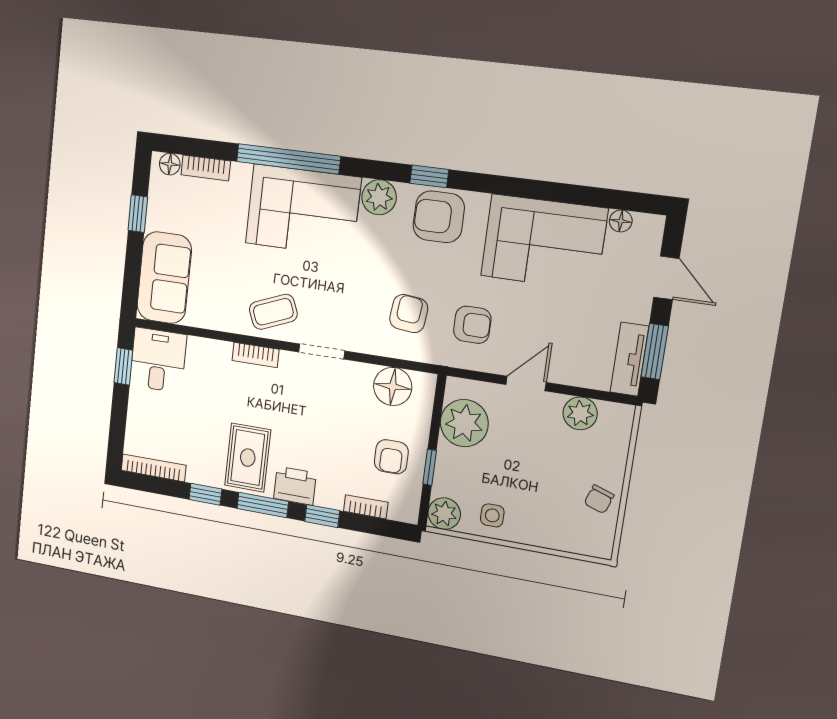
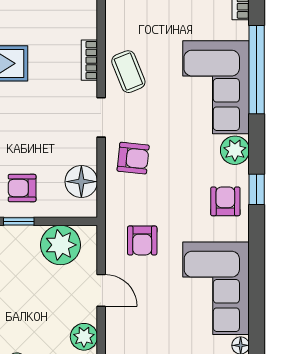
armchair: (439, 217) -> (225, 201), width x0.72, depth x0.72
armchair: (409, 314) -> (133, 158), moved

